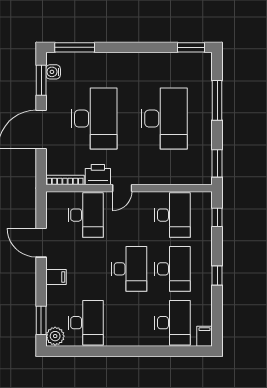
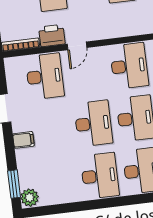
desk: (86, 323) -> (100, 176), moved

